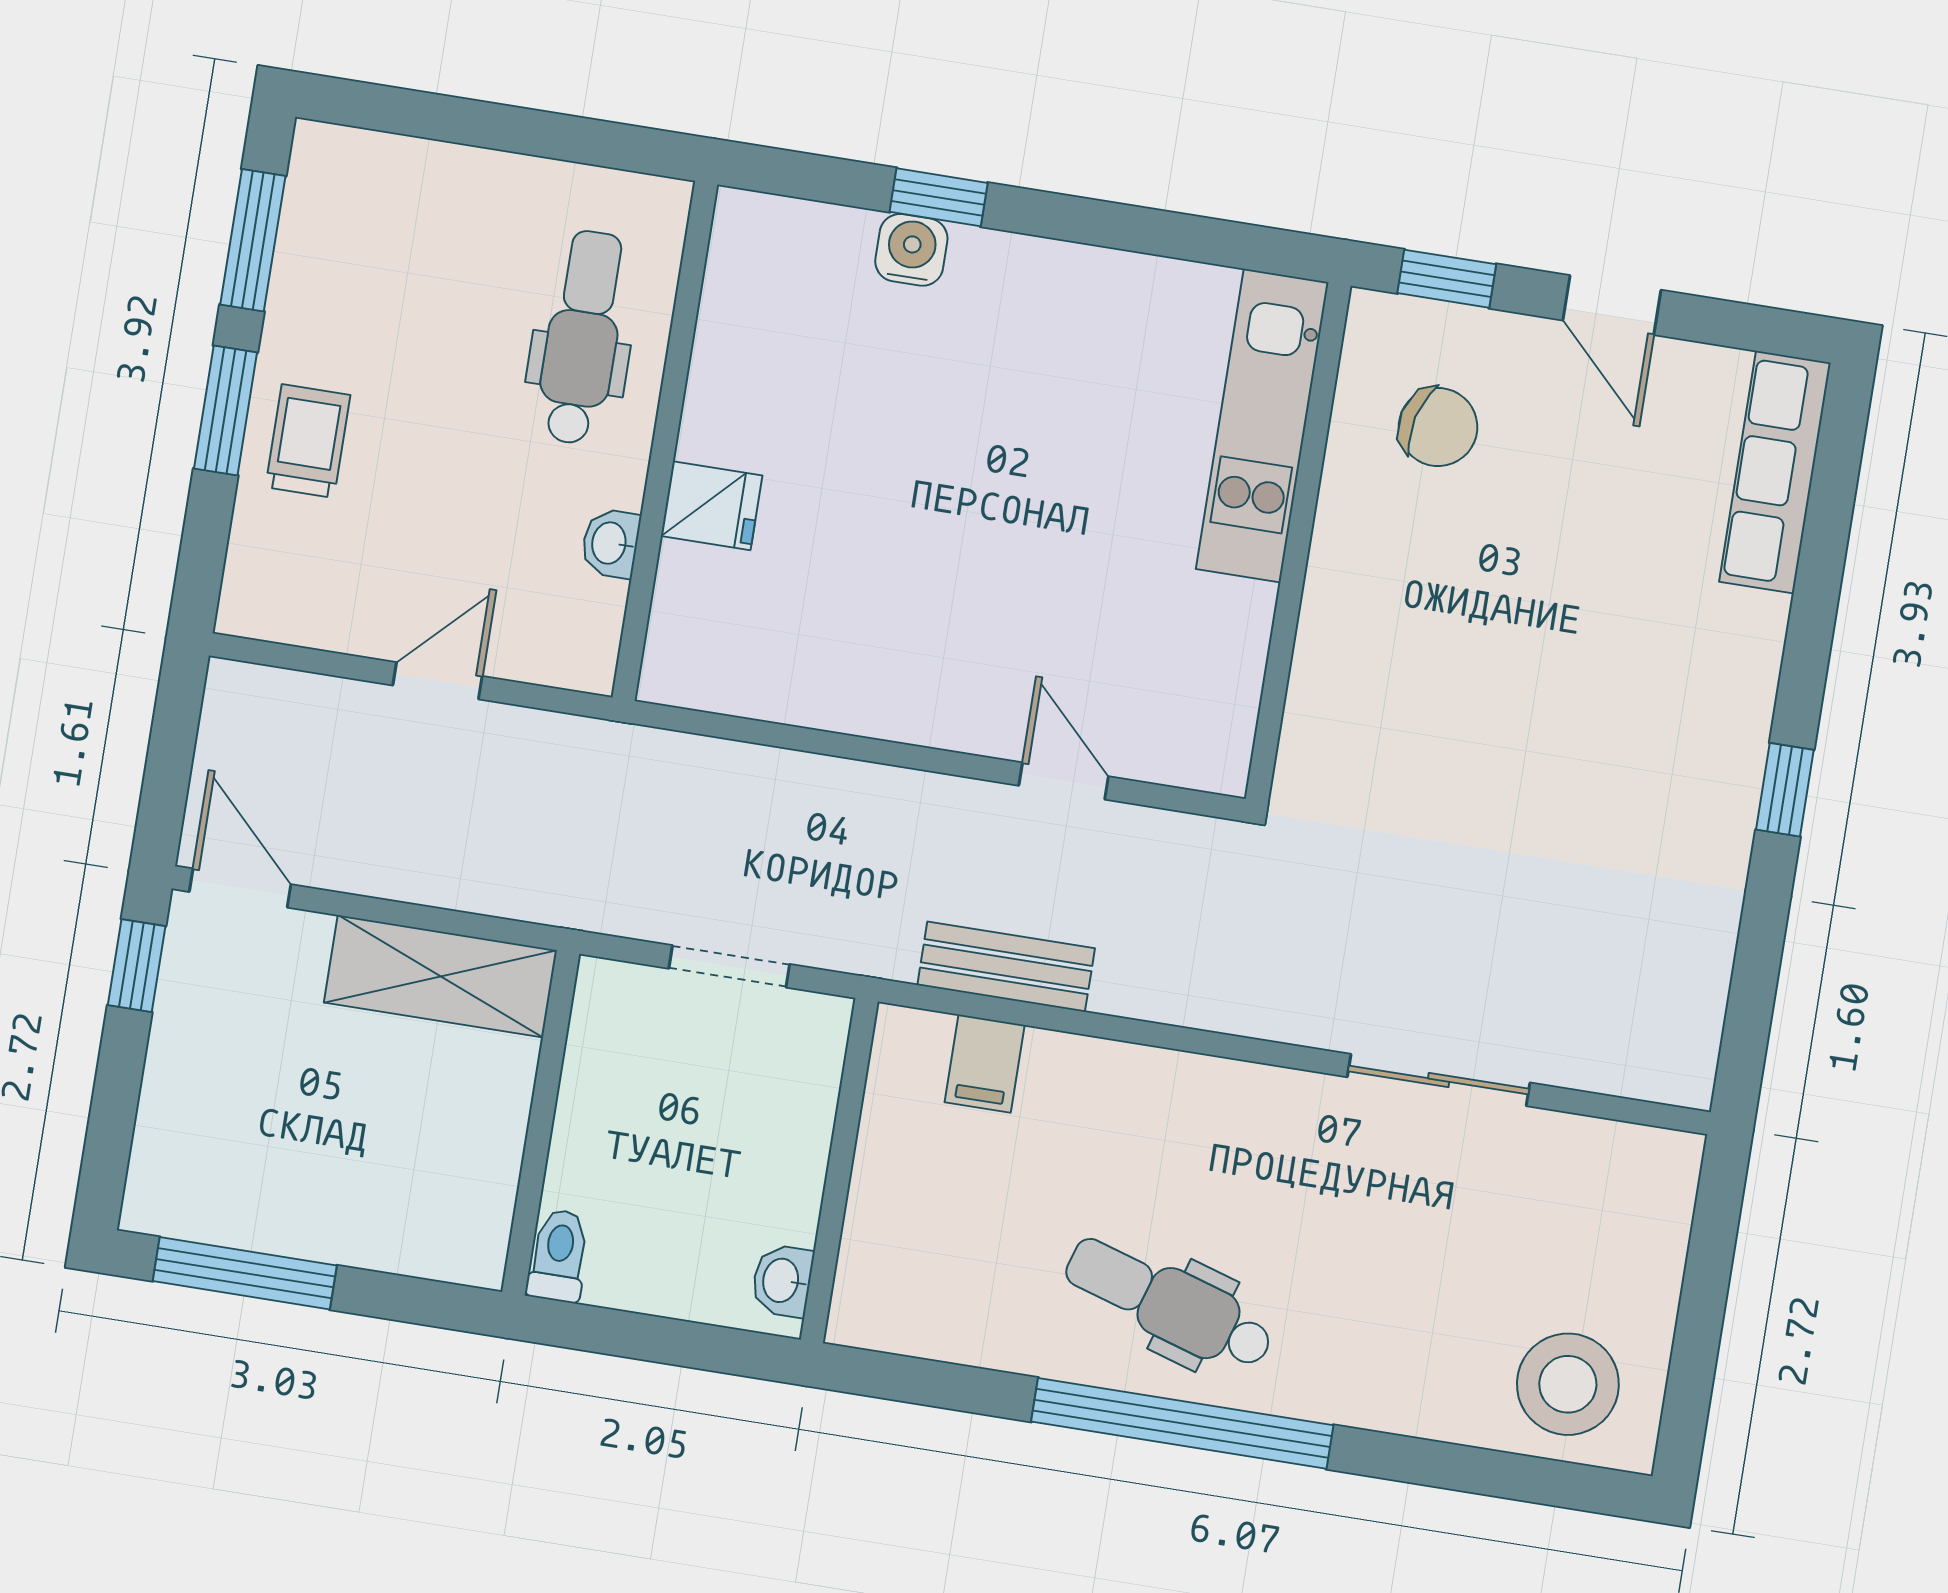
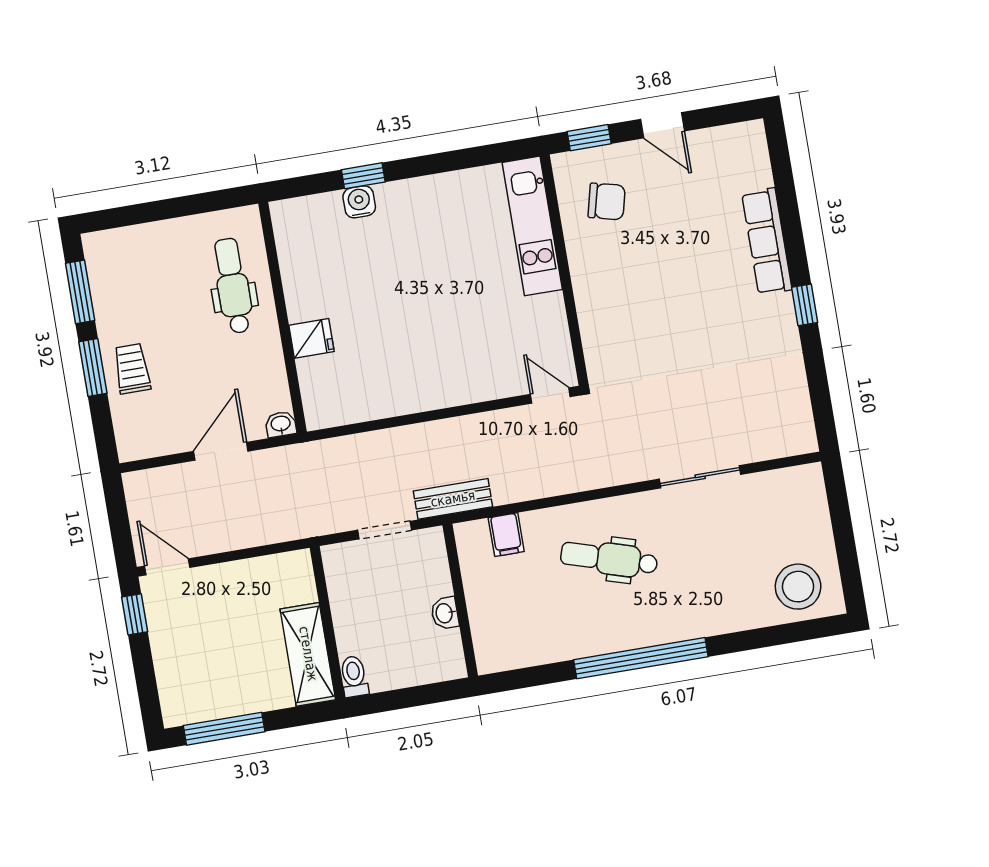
row of seats: (1775, 472) -> (767, 241), moved
washbasin: (610, 543) -> (281, 424), moved, turned 90
door: (437, 681) -> (221, 451), width x1.38
door: (1064, 781) -> (550, 396), moved
bench: (1006, 967) -> (453, 499), moved
shelving: (441, 976) -> (308, 654), moved, turned 90
washbasin: (782, 1281) -> (445, 613), moved
dental chair: (1169, 1304) -> (609, 559), moved

